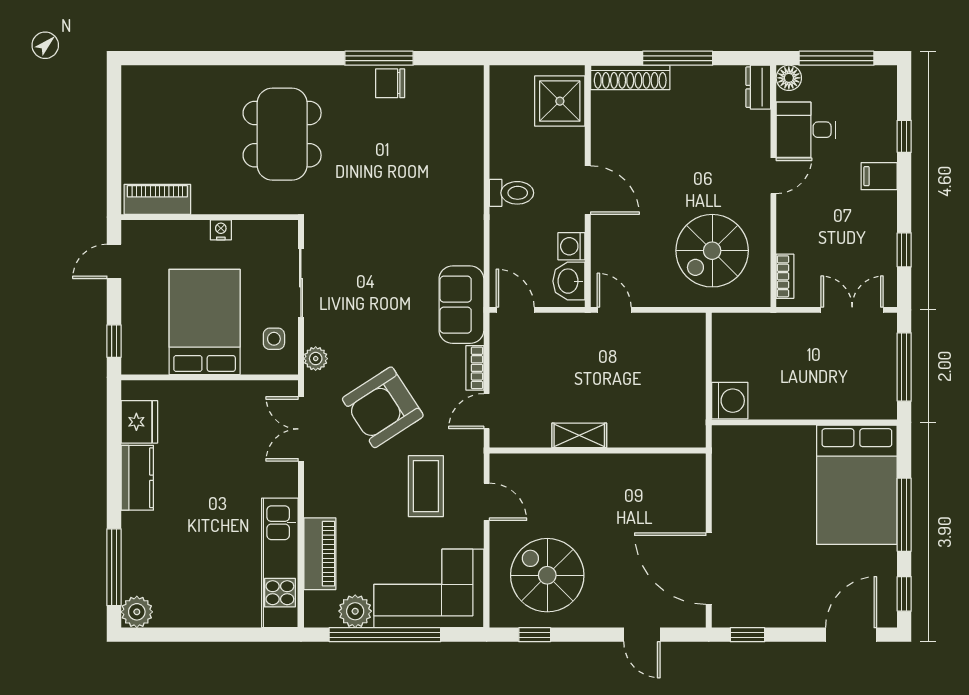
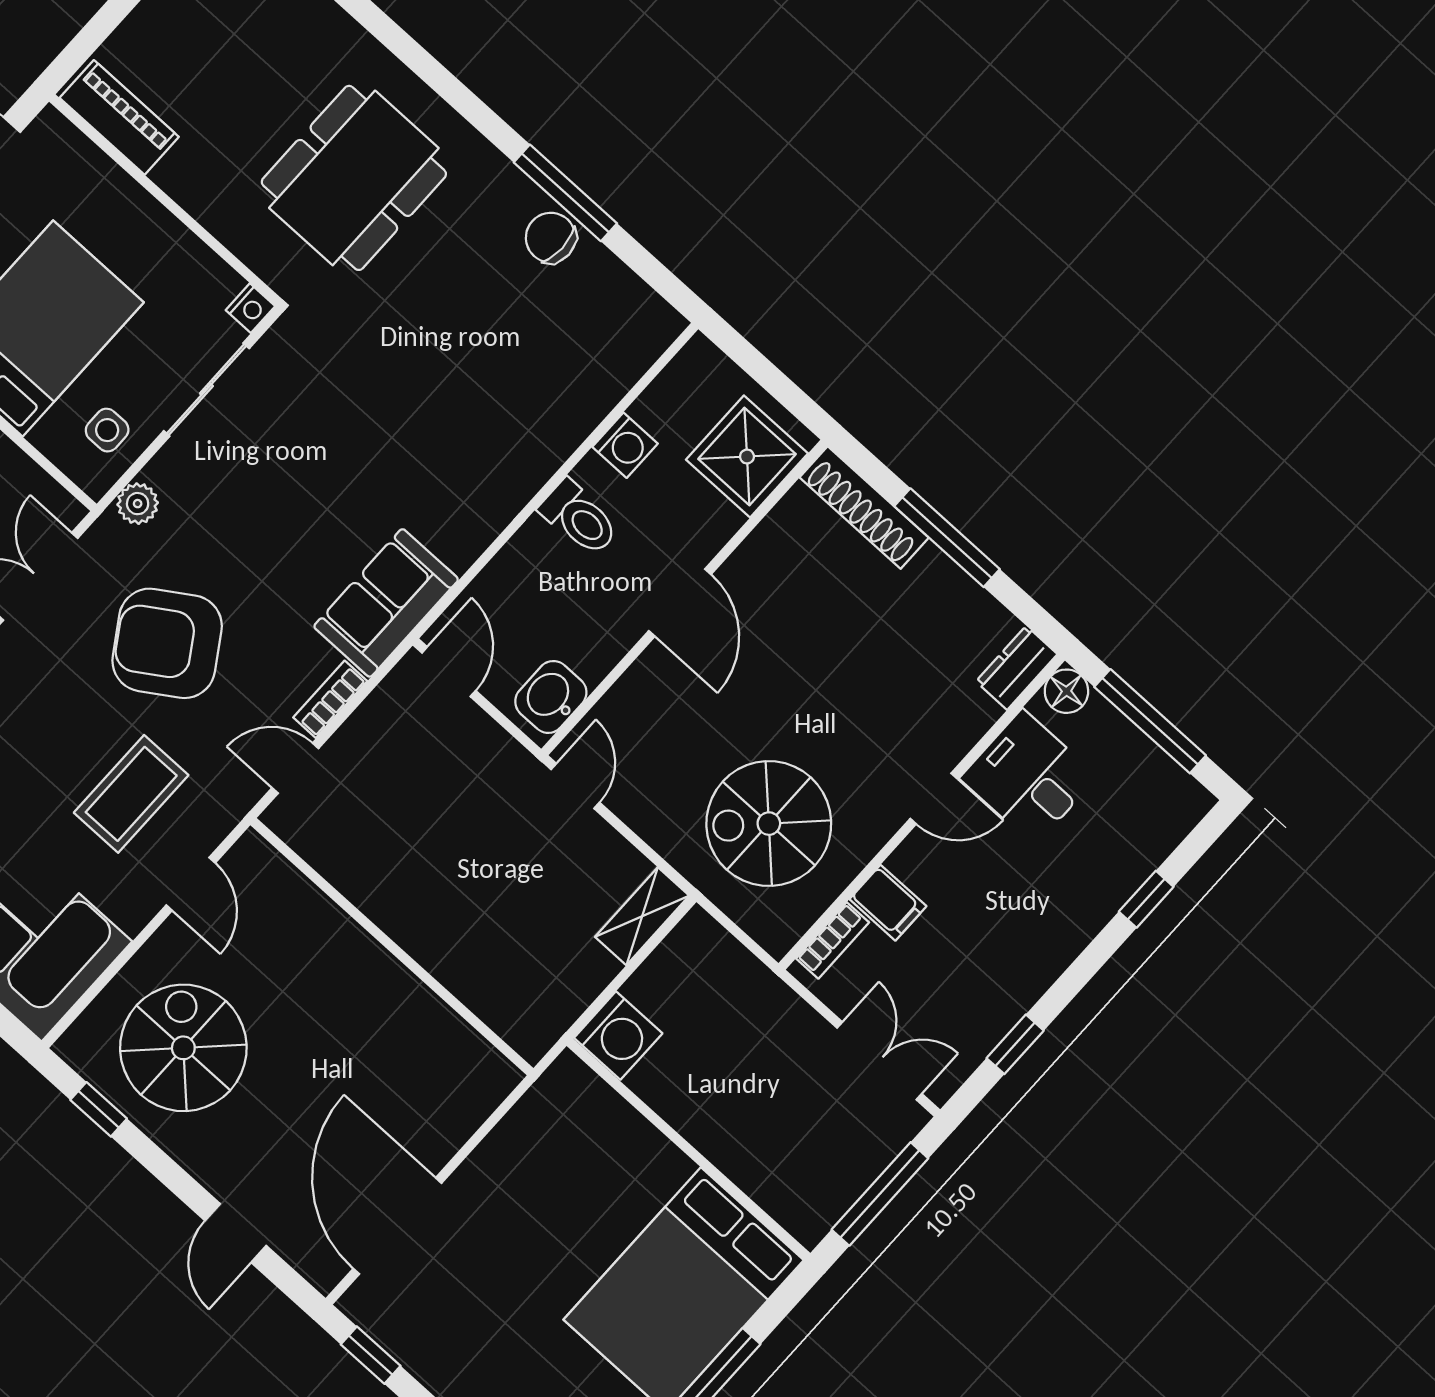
filing cabinet: (879, 176) -> (888, 903), moved, turned 180
nightstand: (221, 230) -> (250, 308), moved, turned 90
washing machine: (571, 246) -> (625, 445), moved, turned 180
shelving: (579, 435) -> (642, 916), moved, turned 90

